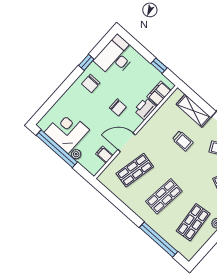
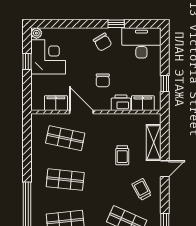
chair: (91, 83) -> (103, 42), turned -121
window: (57, 149) -> (27, 61), width x0.32
plant: (76, 154) -> (36, 33), moved
filing cabinet: (104, 155) -> (56, 103), width x2.00

